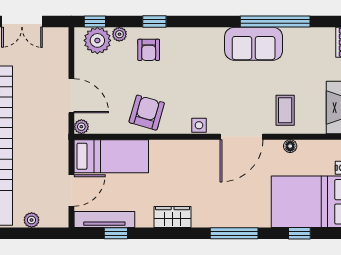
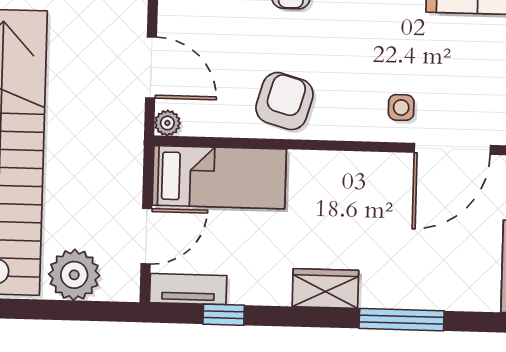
side table: (199, 125) -> (401, 107), moved
tv unit: (104, 219) -> (188, 289), width x0.71
plant: (32, 220) -> (74, 275), width x1.88, depth x1.88
window: (234, 233) -> (402, 320), moved

